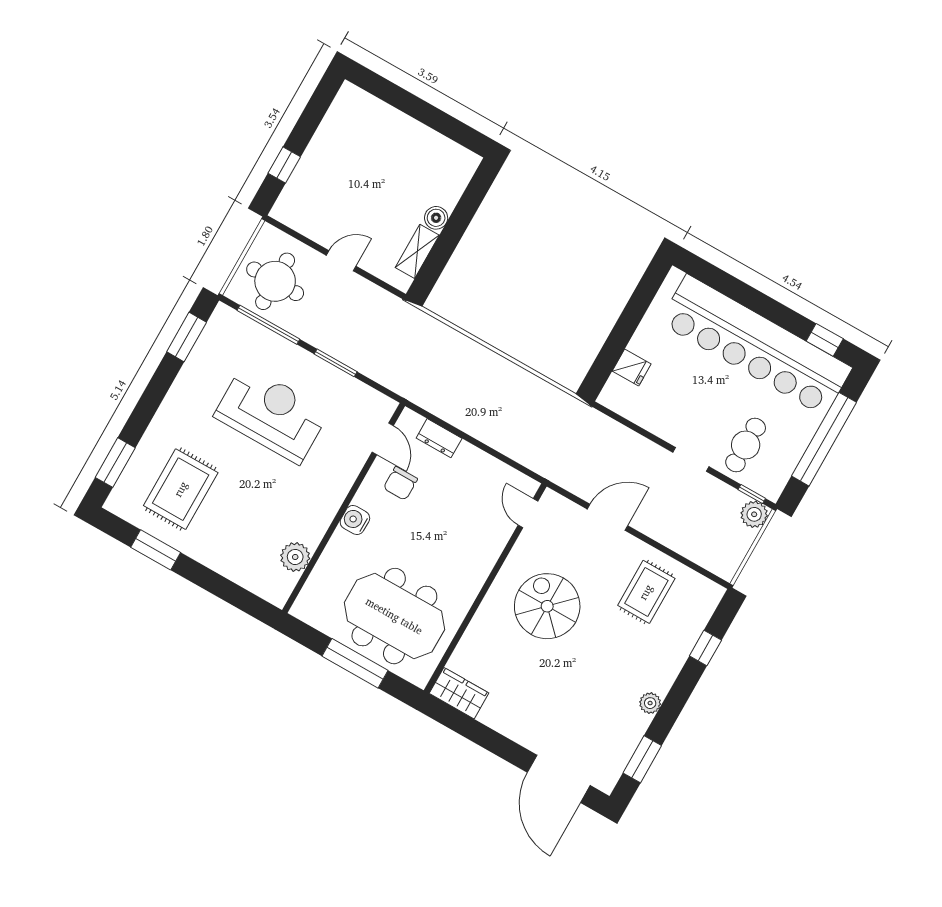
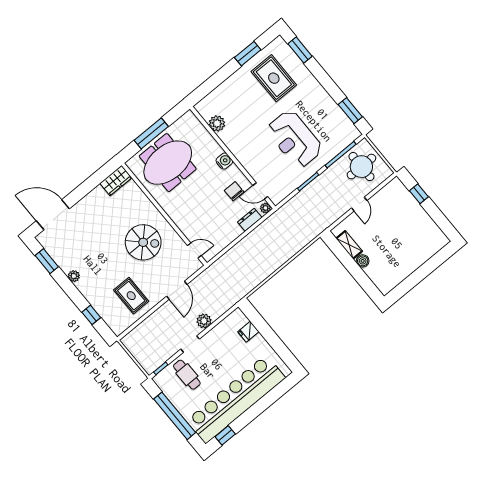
reception desk: (272, 414) -> (295, 139), turned 90
plant: (409, 419) -> (265, 208), added
plant: (754, 514) -> (204, 321), moved

